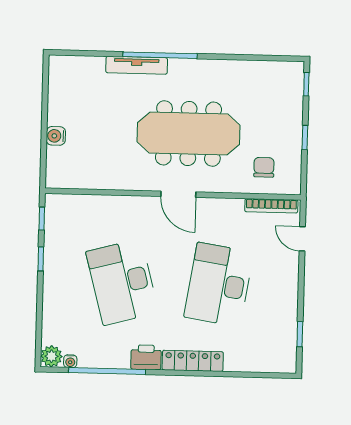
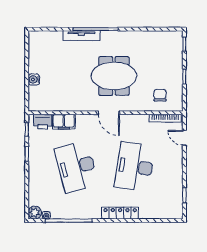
meeting table: (188, 133) -> (114, 76), width x0.73
filing cabinet: (104, 207) -> (64, 122), added
printer: (146, 357) -> (43, 122), moved, turned 180

